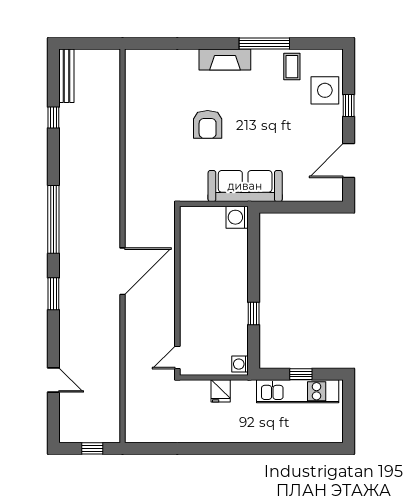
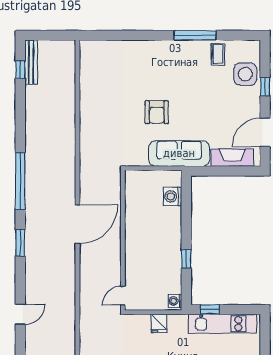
fireplace: (225, 60) -> (232, 158), moved, turned 180
window: (53, 118) -> (20, 70), moved
armchair: (208, 124) -> (157, 112), moved
washing machine: (237, 217) -> (173, 196), moved
window: (301, 374) -> (210, 310), moved
door: (53, 380) -> (20, 314), hinge flipped

